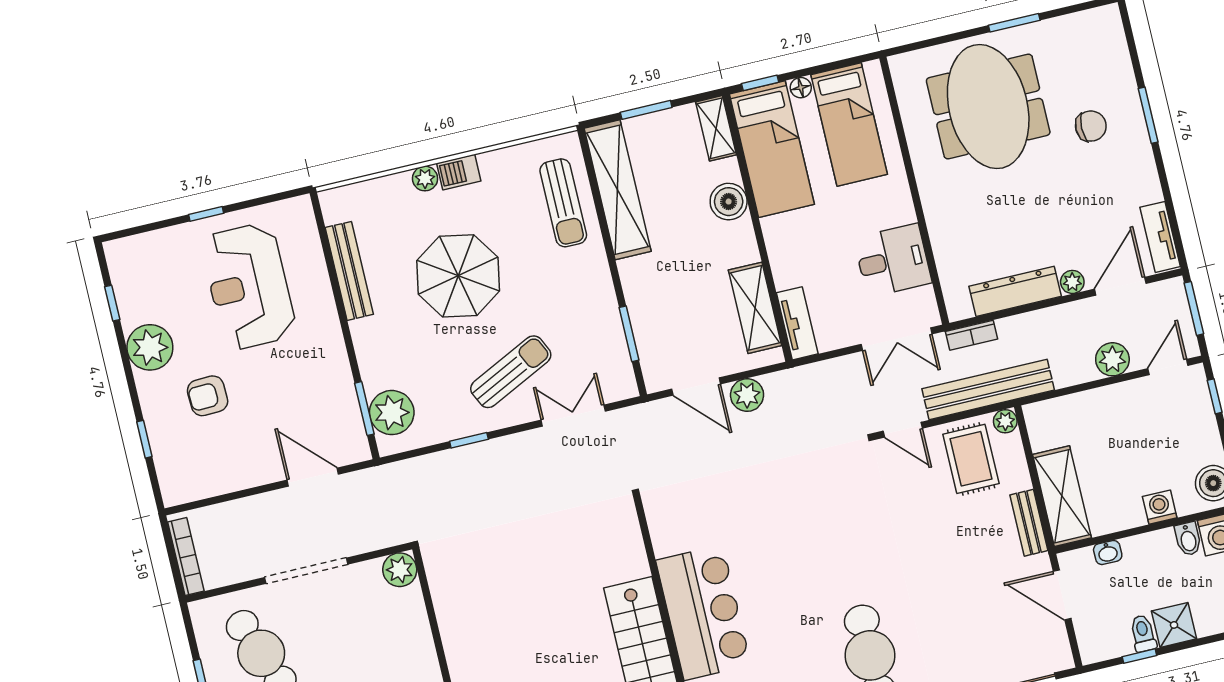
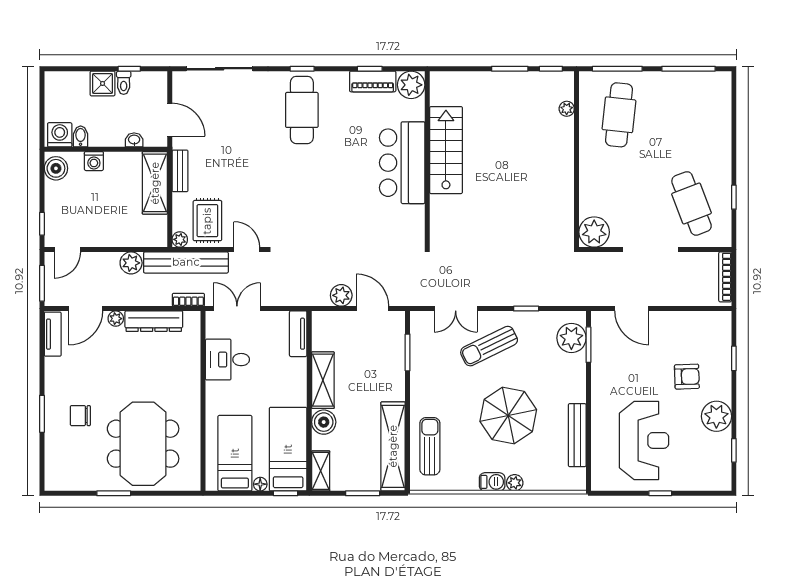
shelving: (755, 308) -> (323, 380), moved
plant: (1112, 359) -> (131, 263), moved
plant: (400, 570) -> (594, 232), width x1.36, depth x1.36

